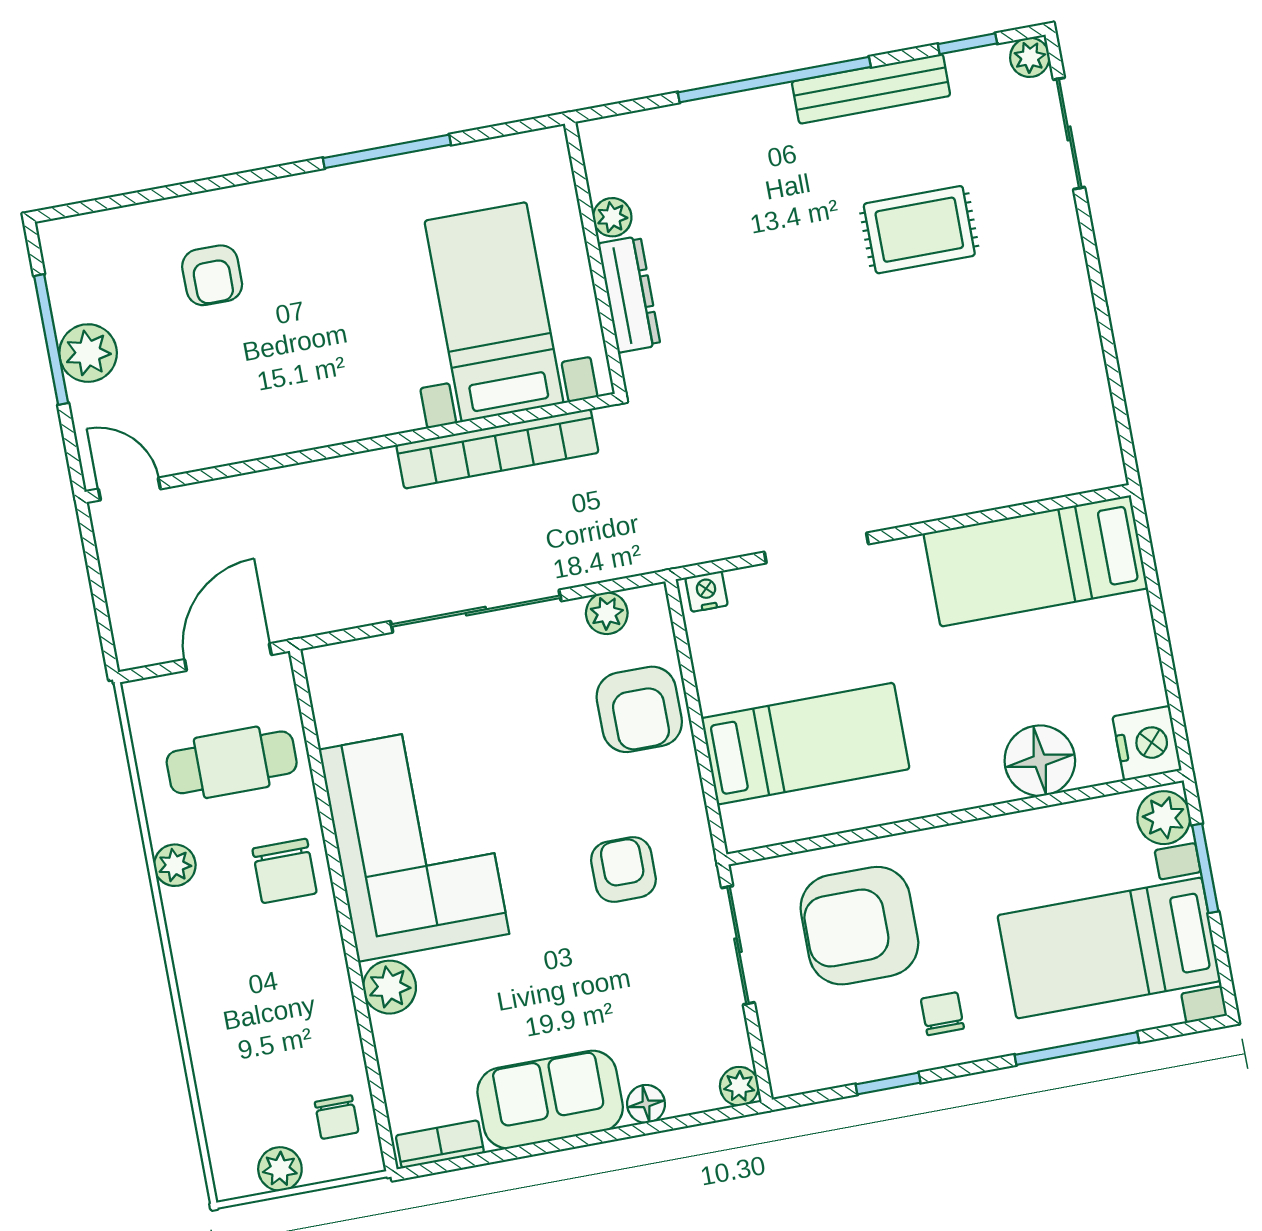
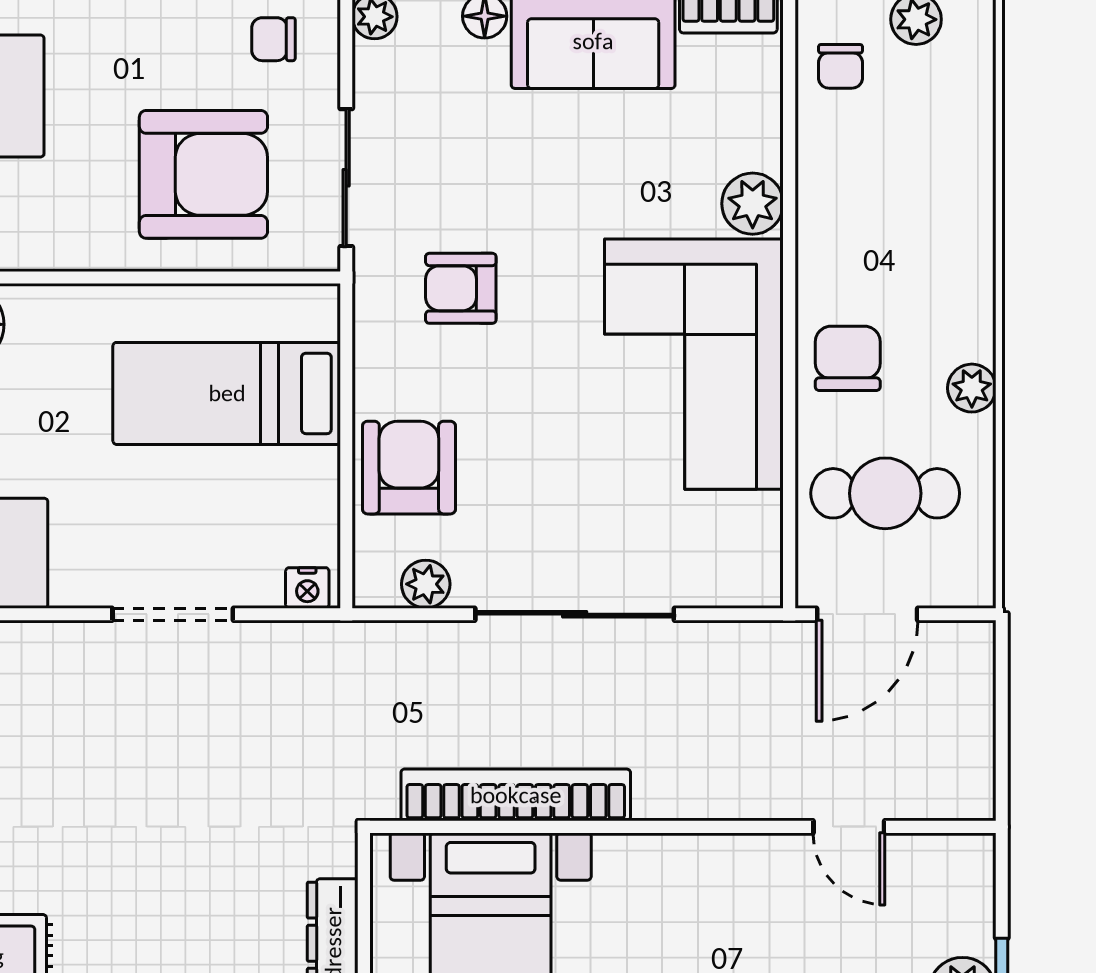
door: (129, 489) -> (849, 827), moved
armchair: (623, 870) -> (461, 288), turned 90
chair: (942, 1014) -> (273, 39), moved, turned 90
chair: (337, 1117) -> (840, 66), turned 180

